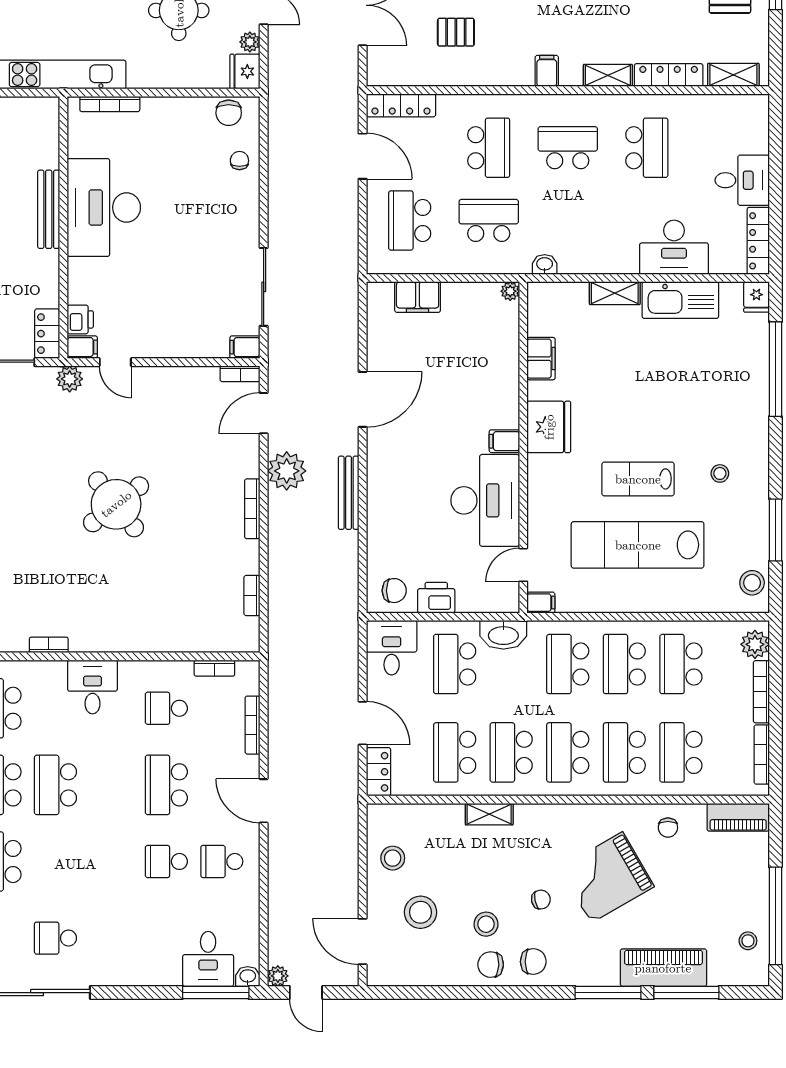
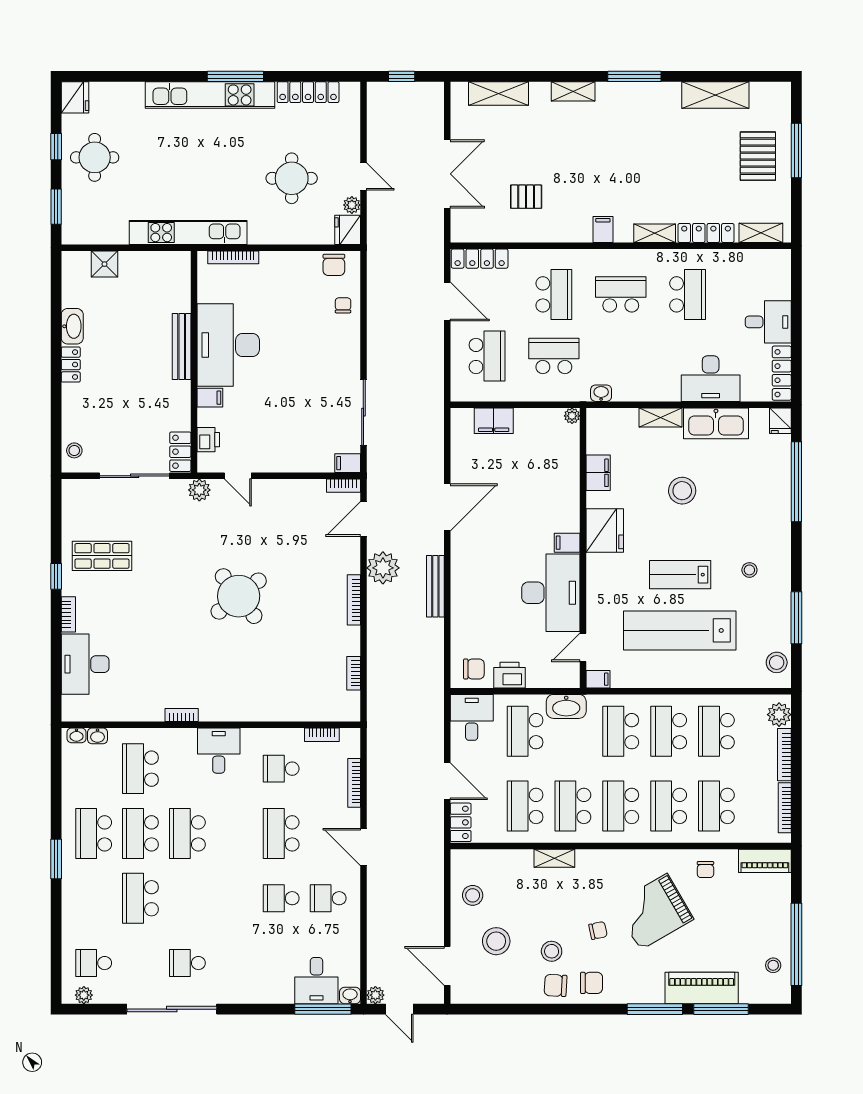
school desk: (410, 220) -> (487, 356), turned 180
filing cabinet: (82, 347) -> (210, 398), moved
stool: (640, 380) -> (682, 491), added

